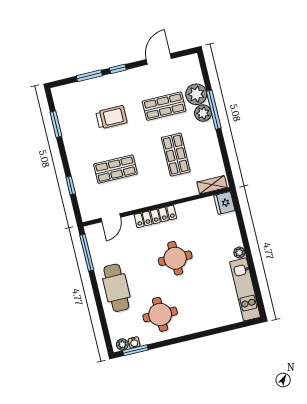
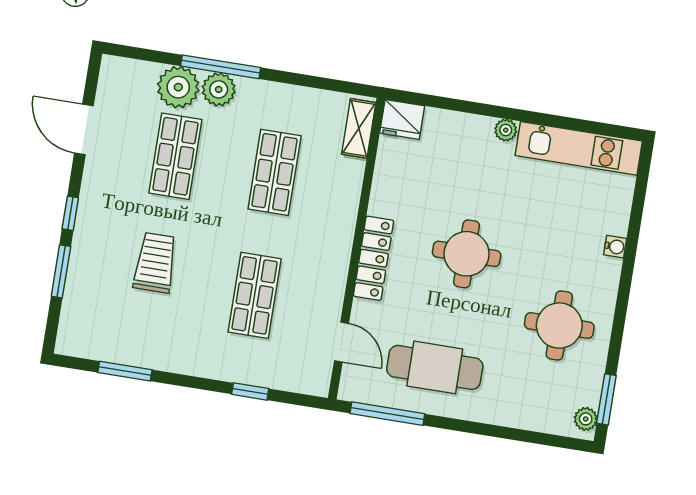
shop shelf: (176, 155) -> (275, 172), turned 90
cafe table: (116, 288) -> (435, 367), moved
water cooler: (134, 342) -> (615, 247), moved

